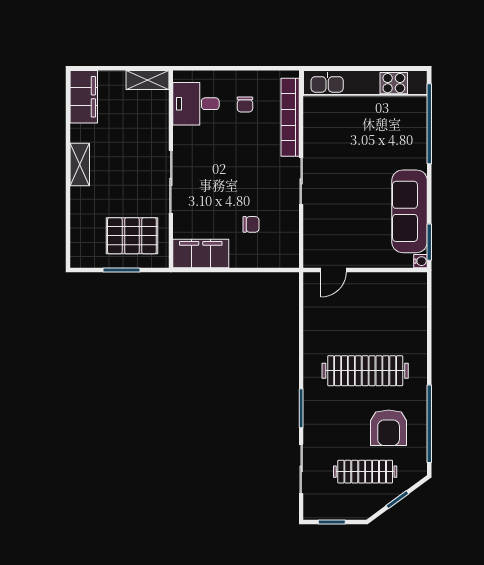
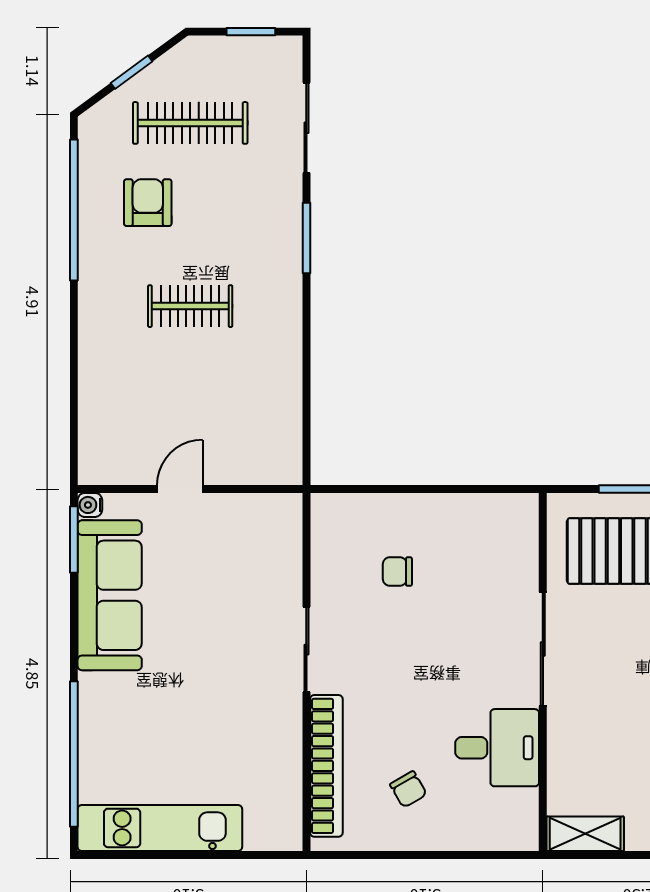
kitchen unit: (365, 83) -> (160, 828), width x0.73
desk: (196, 104) -> (497, 748), moved
chair: (245, 104) -> (408, 789), turned 150
filing cabinet: (201, 253) -> (489, 519), removed
door: (334, 270) -> (180, 489), moved
clothes rail: (365, 371) -> (190, 306), width x0.54, depth x0.76
armchair: (389, 428) -> (148, 203), width x0.72, depth x0.72

